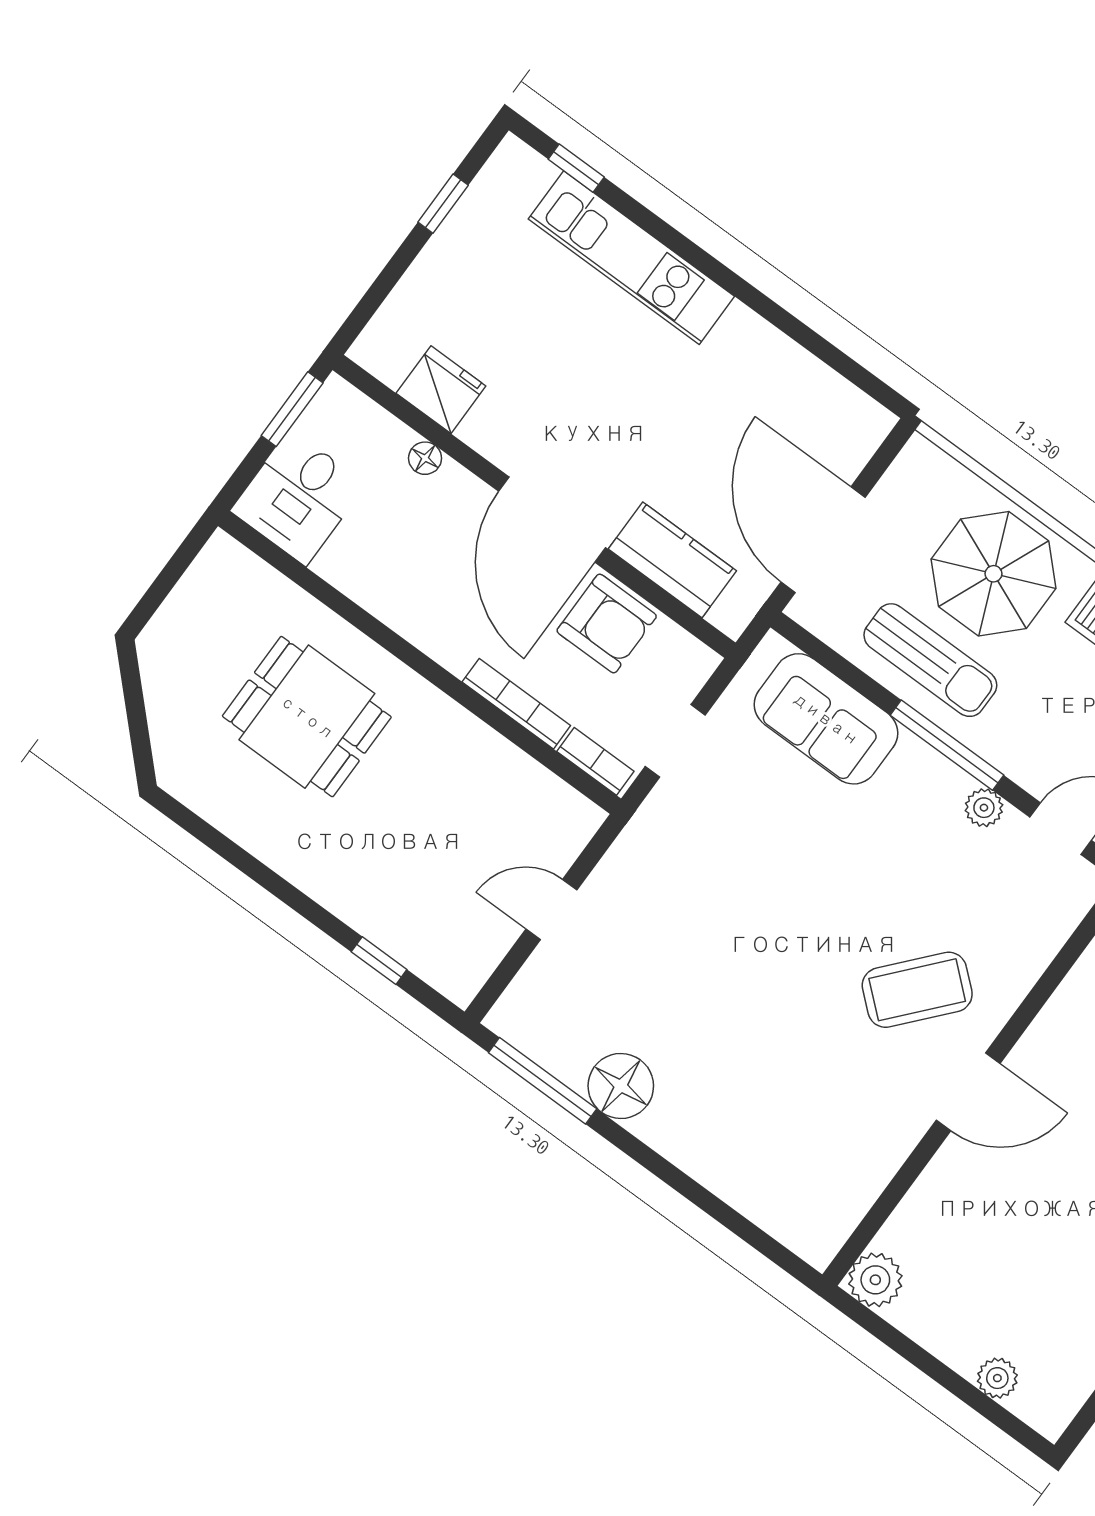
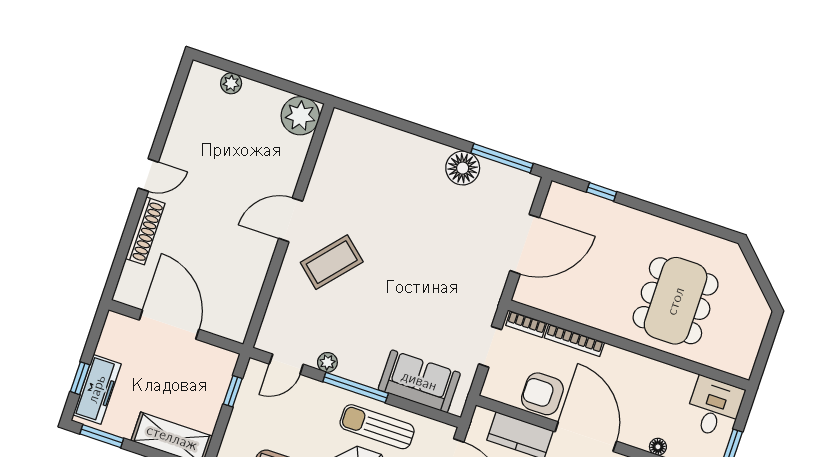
dining table: (307, 717) -> (676, 301), width x1.37
door: (551, 909) -> (525, 244), width x1.88
plant: (875, 1280) -> (300, 116), width x1.36, depth x1.36

